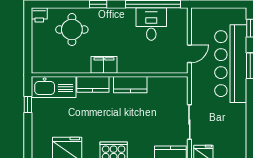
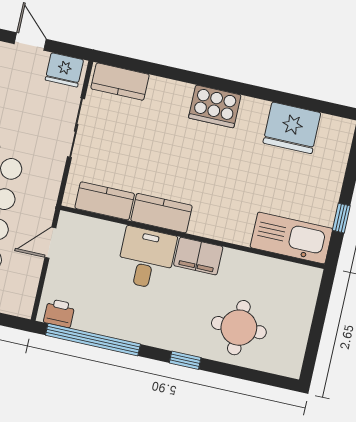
printer: (39, 15) -> (59, 313), moved
desk: (151, 24) -> (146, 258), moved, turned 180
kitchen counter: (93, 84) -> (105, 201), moved

